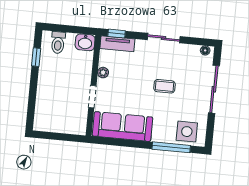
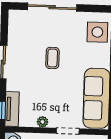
floor lamp: (205, 50) -> (13, 19), removed

